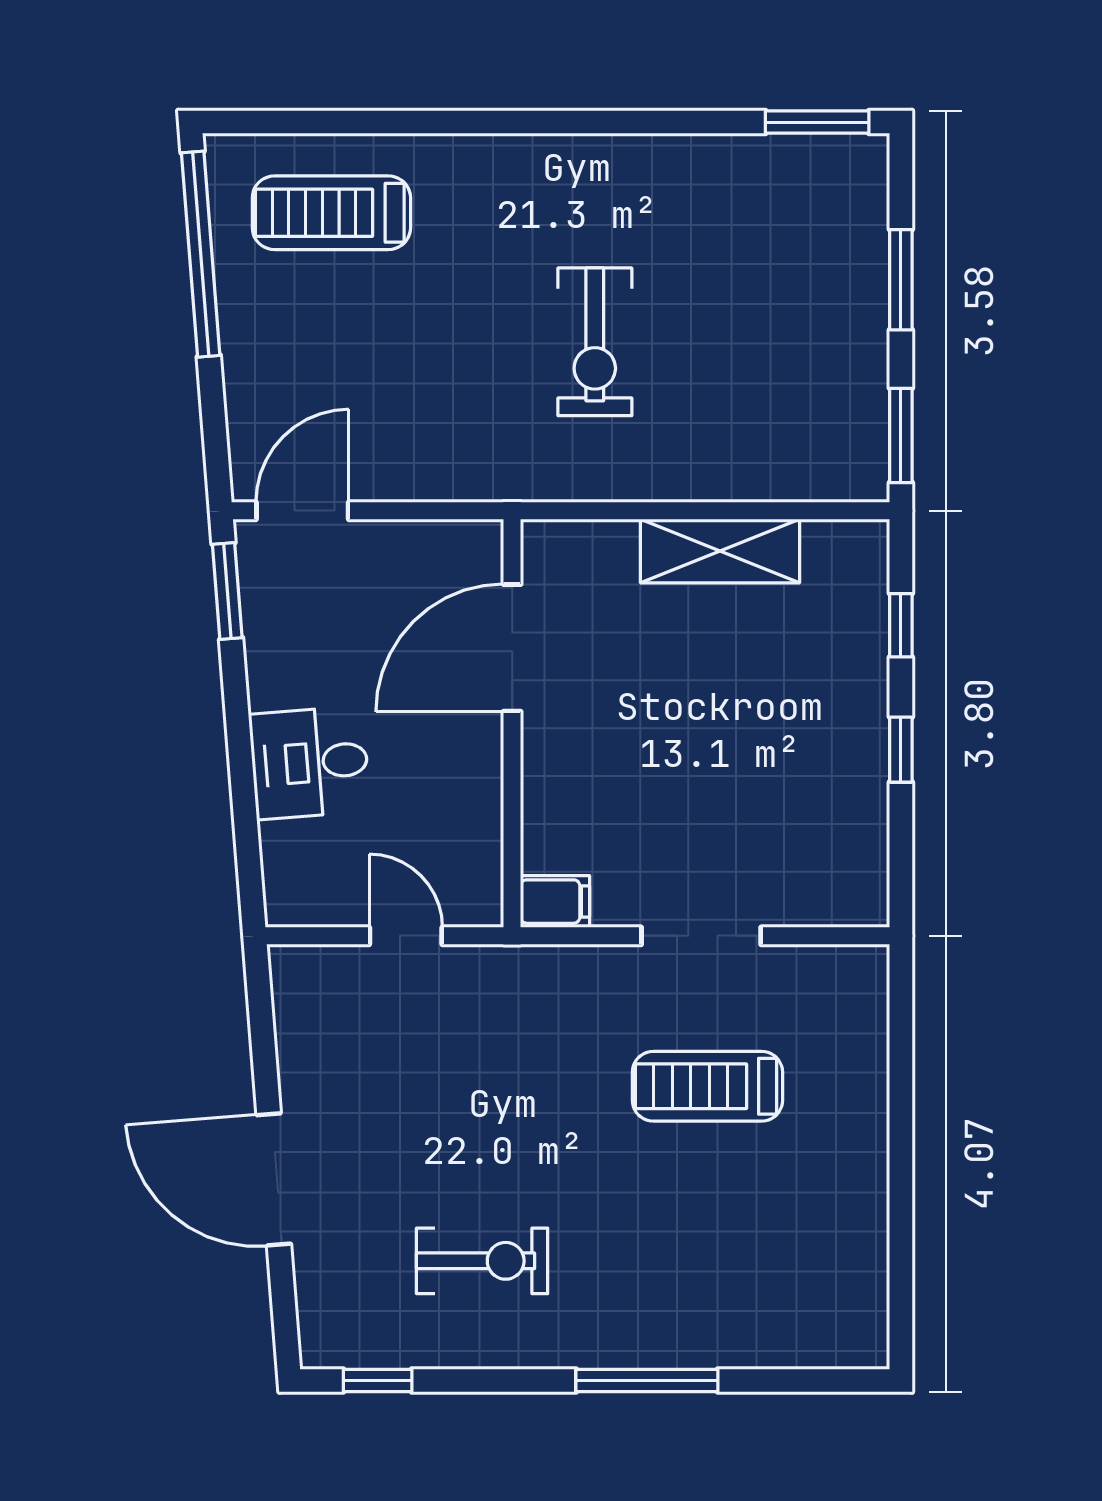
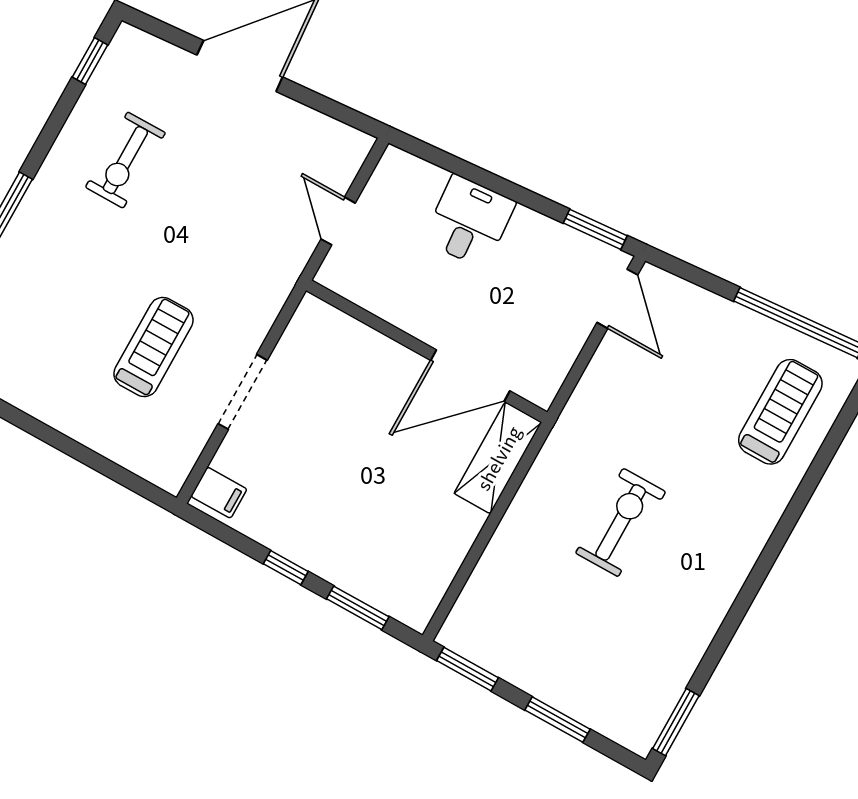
exercise bike: (595, 342) -> (621, 522), turned 90
shelving: (720, 551) -> (498, 458), moved
window: (901, 625) -> (358, 608), width x1.50
door: (512, 648) -> (470, 376), swing flipped
filing cabinet: (555, 902) -> (219, 493), moved, turned -90
door: (406, 936) -> (338, 221), swing flipped

